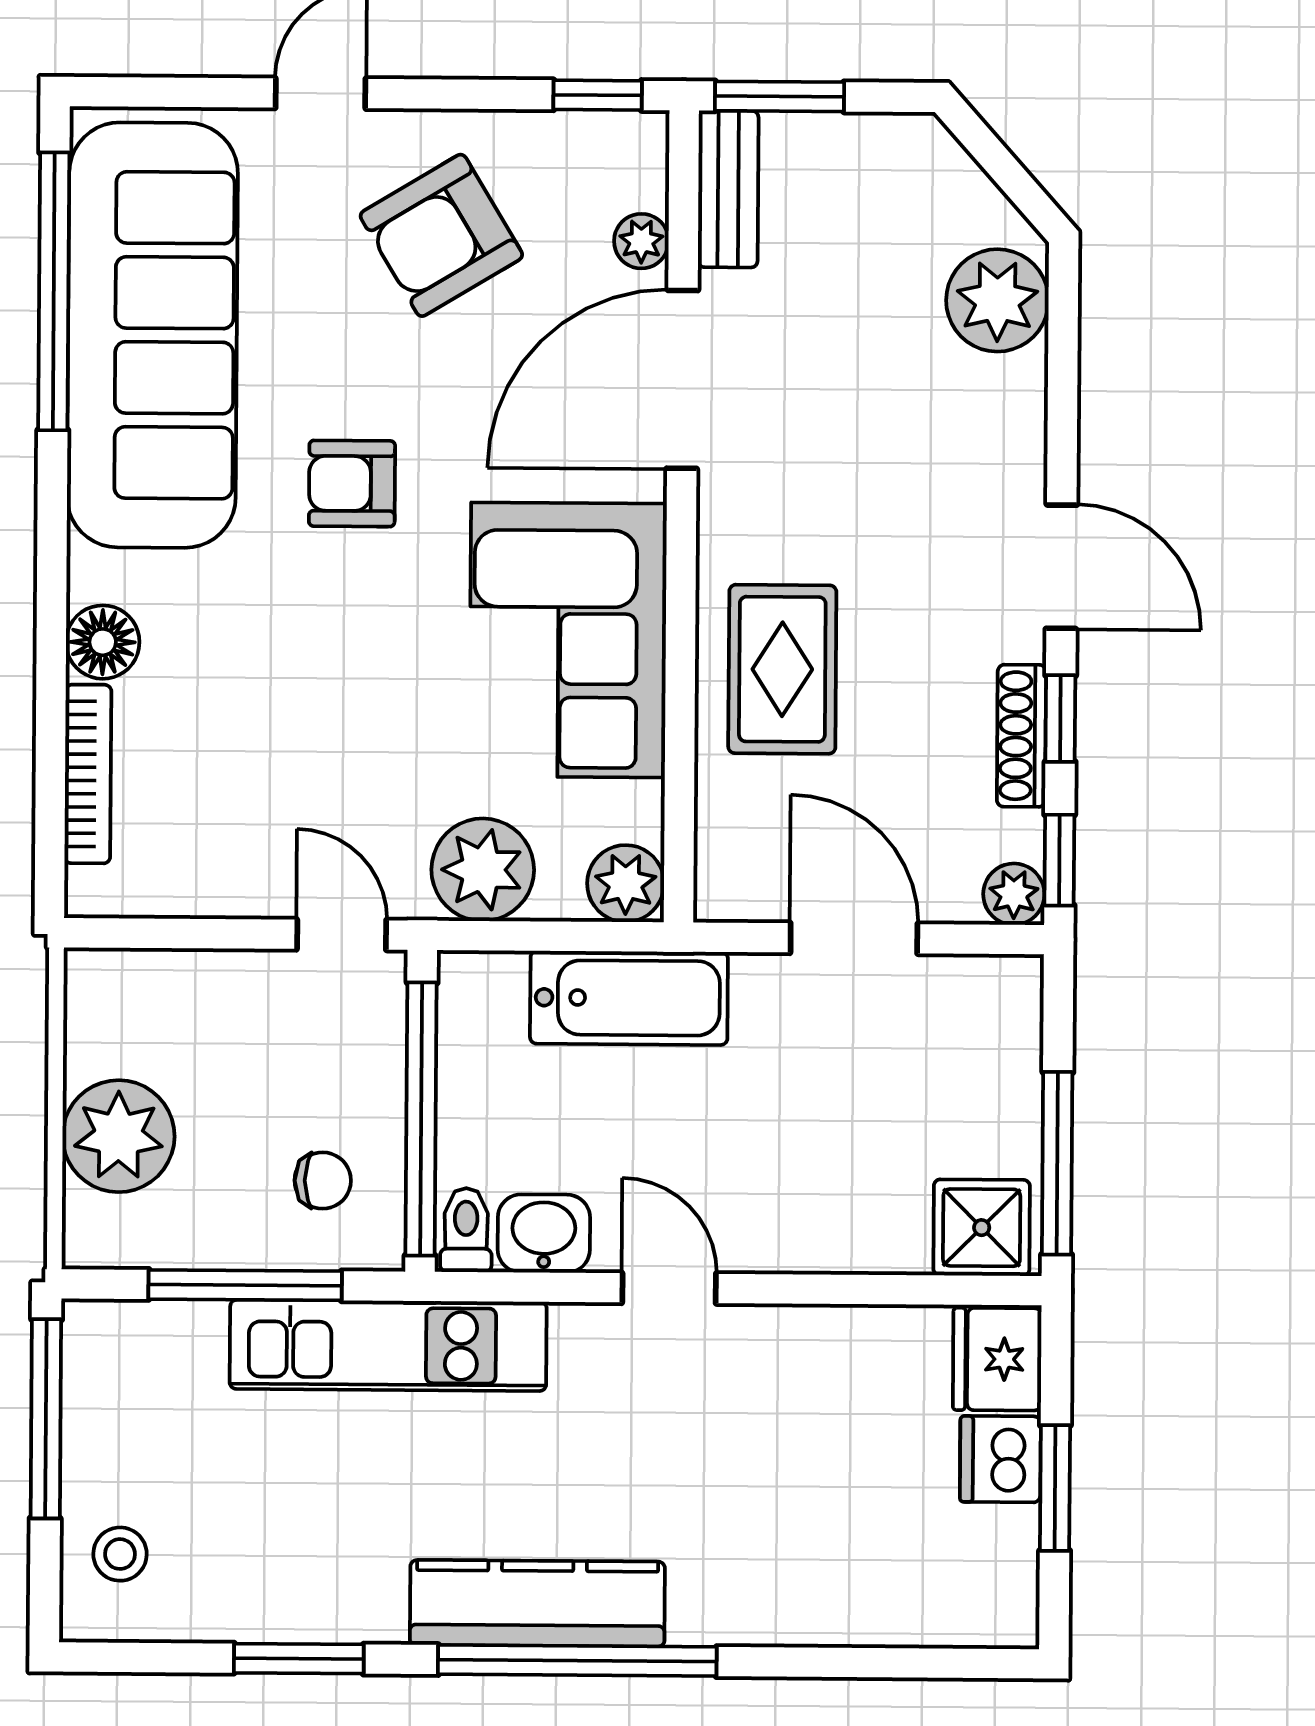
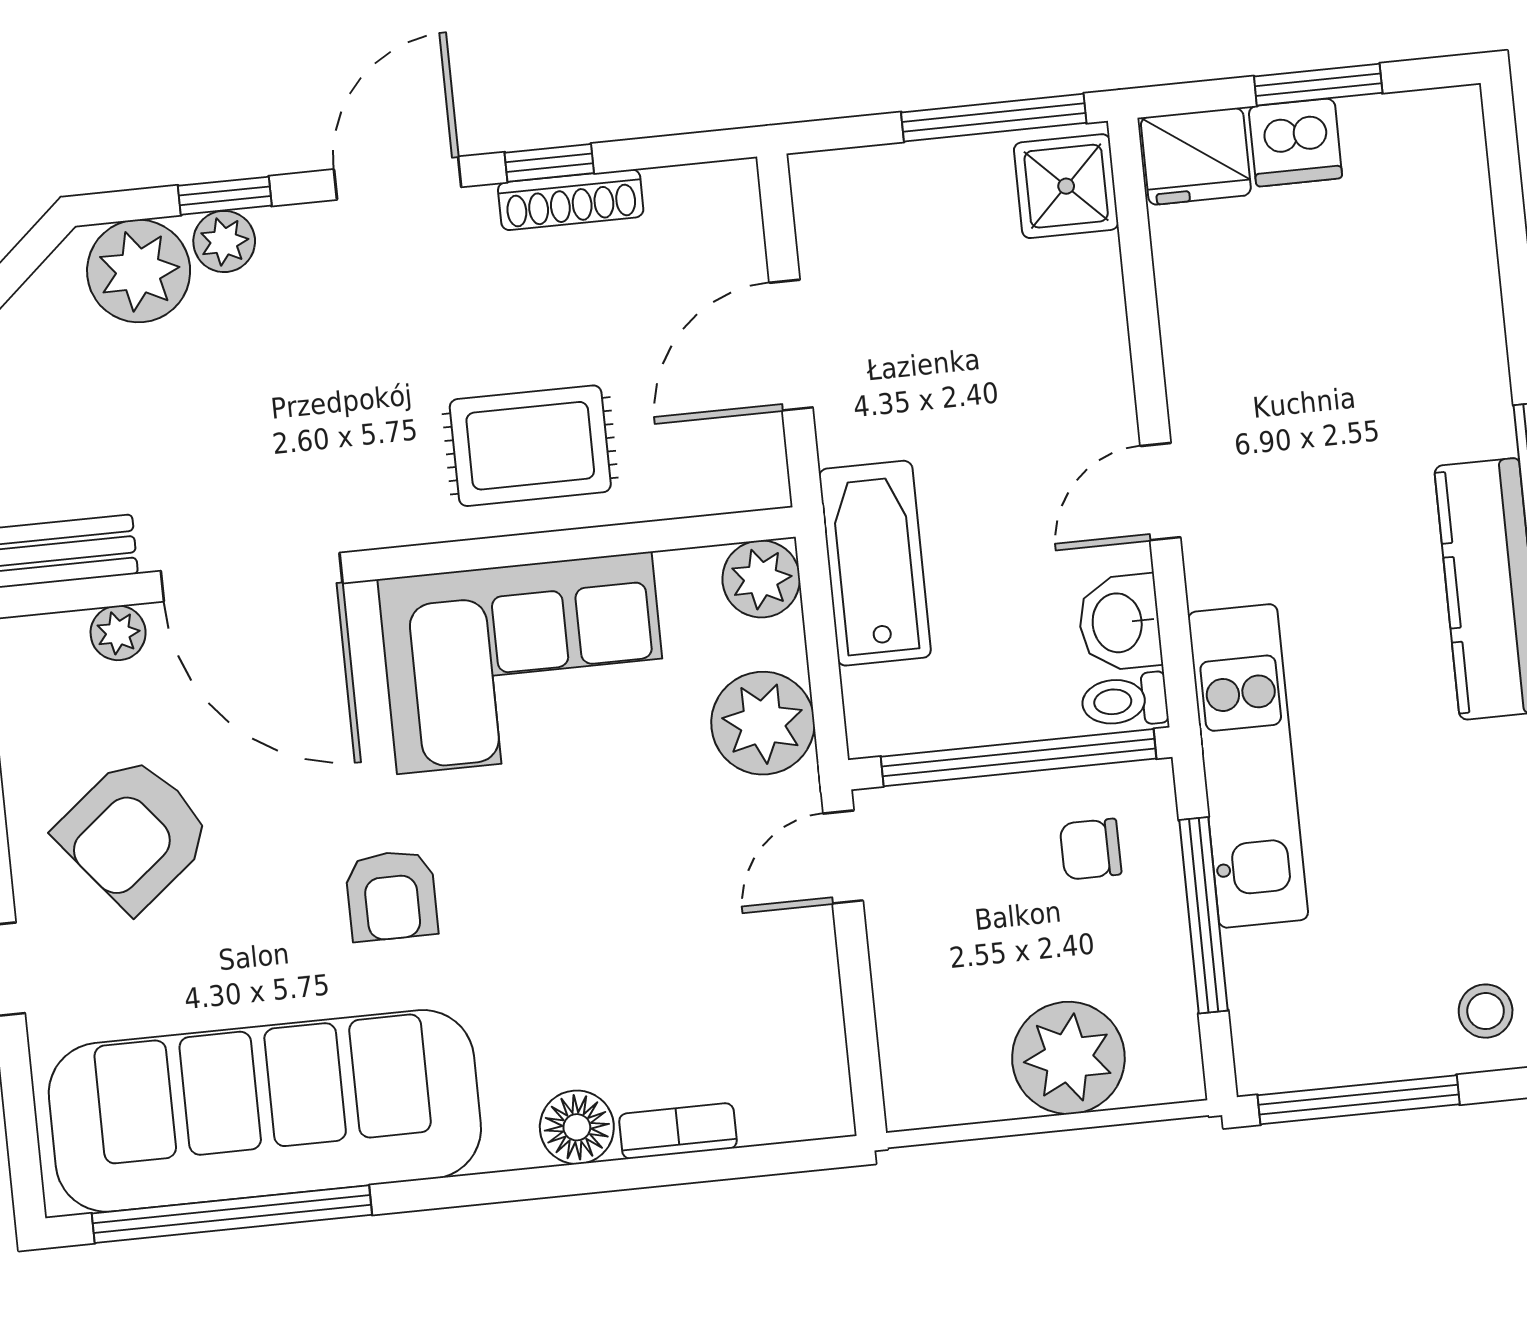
armchair: (441, 235) -> (134, 833), turned 82
bookcase: (88, 774) -> (678, 1131), width x0.64
window: (1059, 860) -> (225, 196), moved
plant: (1014, 894) -> (224, 241), moved
chair: (323, 1181) -> (1091, 849), turned -90

